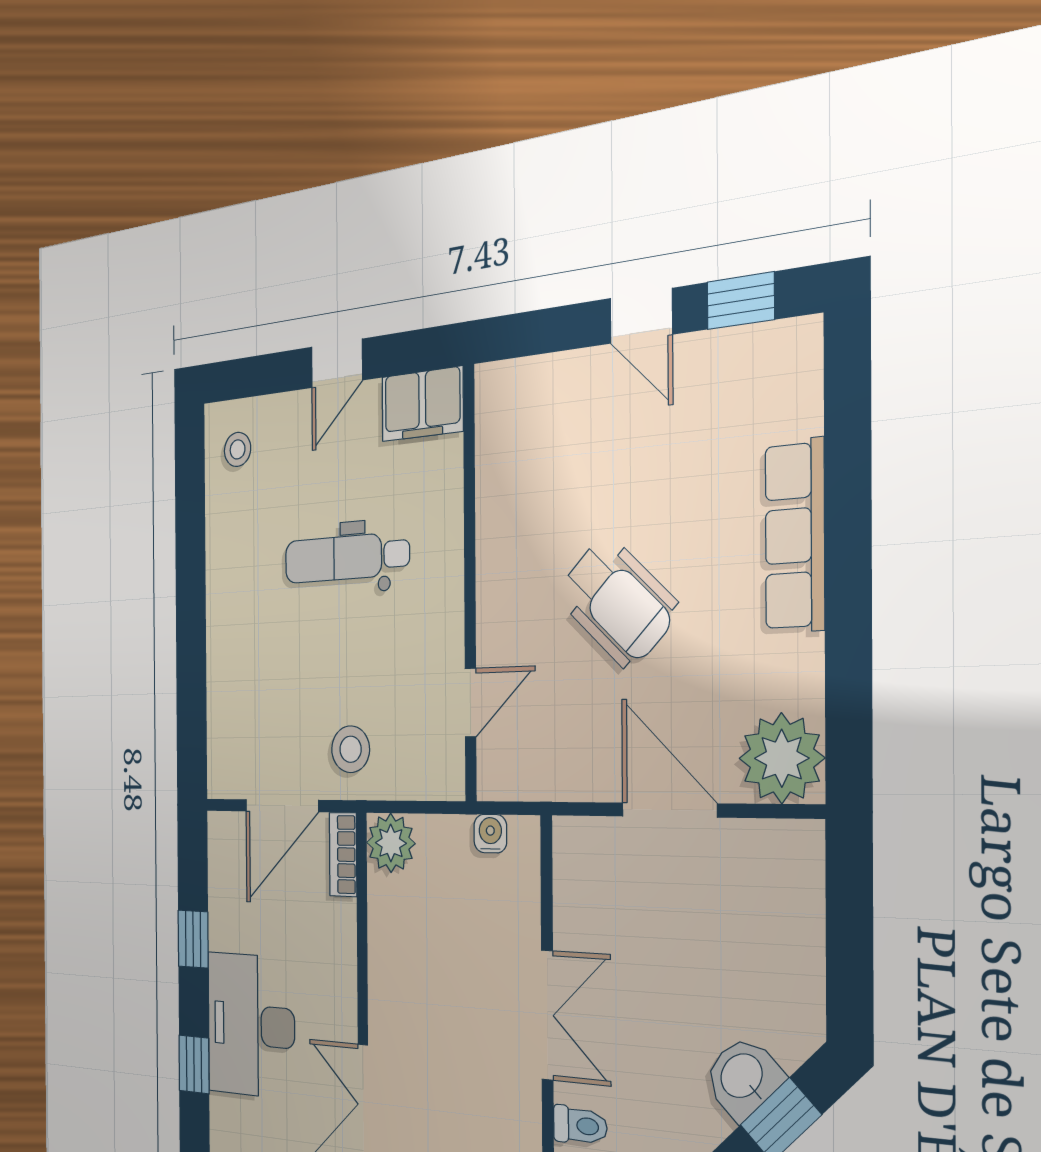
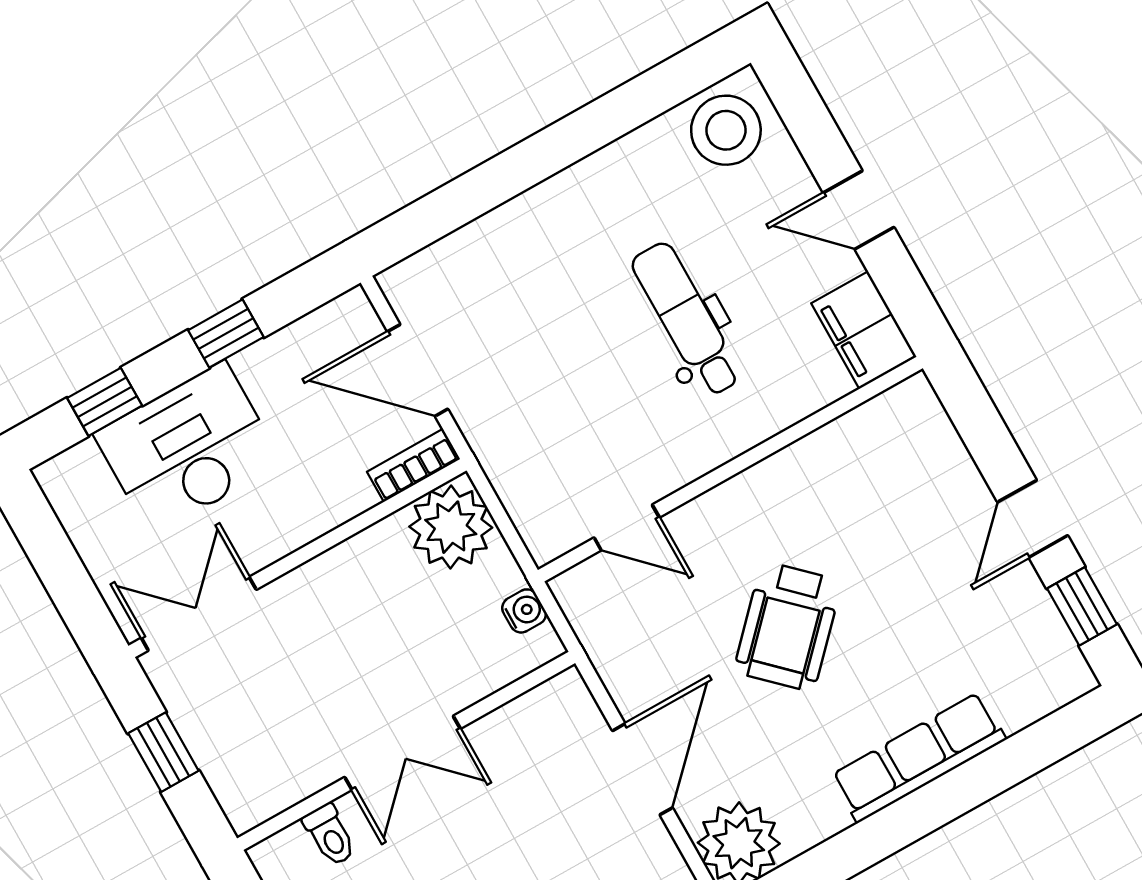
stool: (238, 449) -> (726, 130), width x1.89, depth x1.89
stool: (351, 749) -> (514, 421), removed
plant: (391, 843) -> (451, 527), width x1.36, depth x1.36

